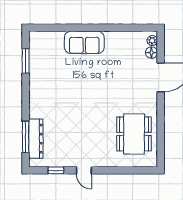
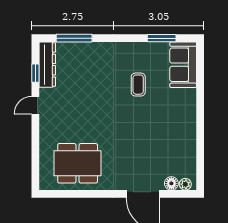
sofa: (84, 42) -> (183, 65), moved
coffee table: (66, 81) -> (138, 85), added
dresser: (36, 139) -> (47, 65), moved, turned -90

